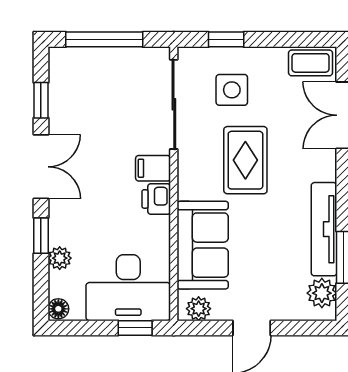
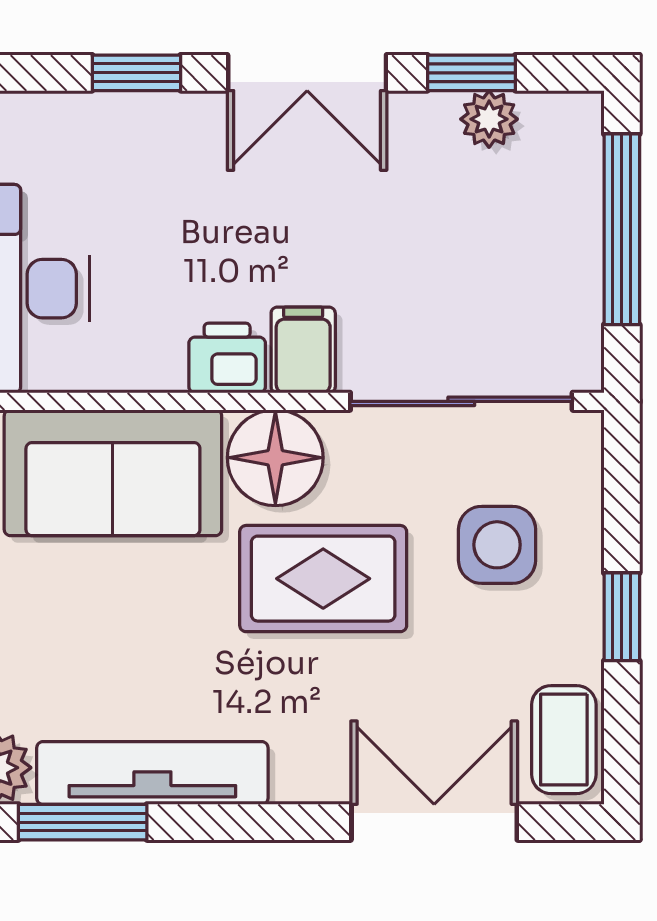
window: (226, 39) -> (622, 617), moved
floor lamp: (197, 180) -> (275, 458), added
plant: (60, 258) -> (489, 119), moved

